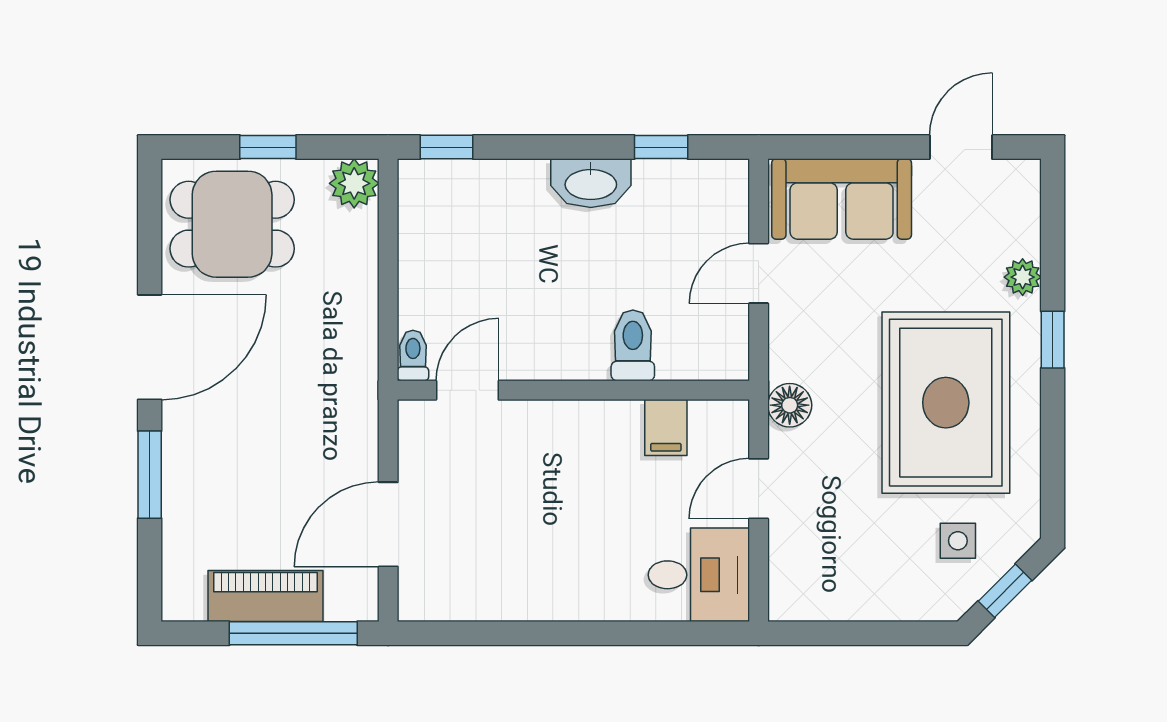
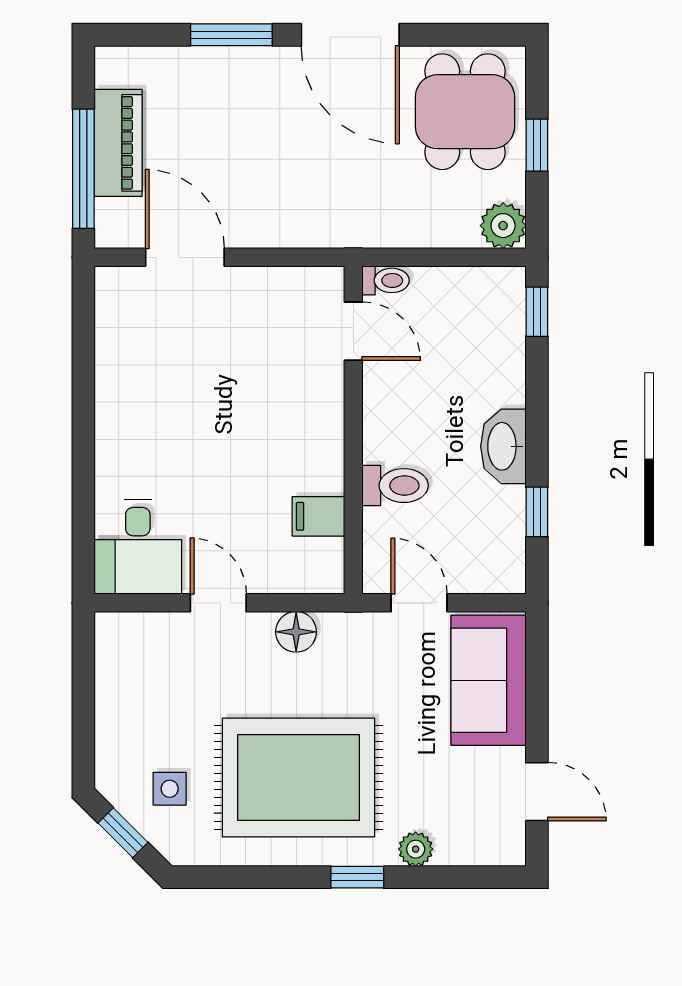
toilet: (633, 345) -> (395, 486), moved
toilet: (413, 356) -> (386, 280), moved
door: (467, 390) -> (353, 331), moved
wall: (573, 390) -> (353, 430), moved
filing cabinet: (666, 428) -> (318, 516), moved

